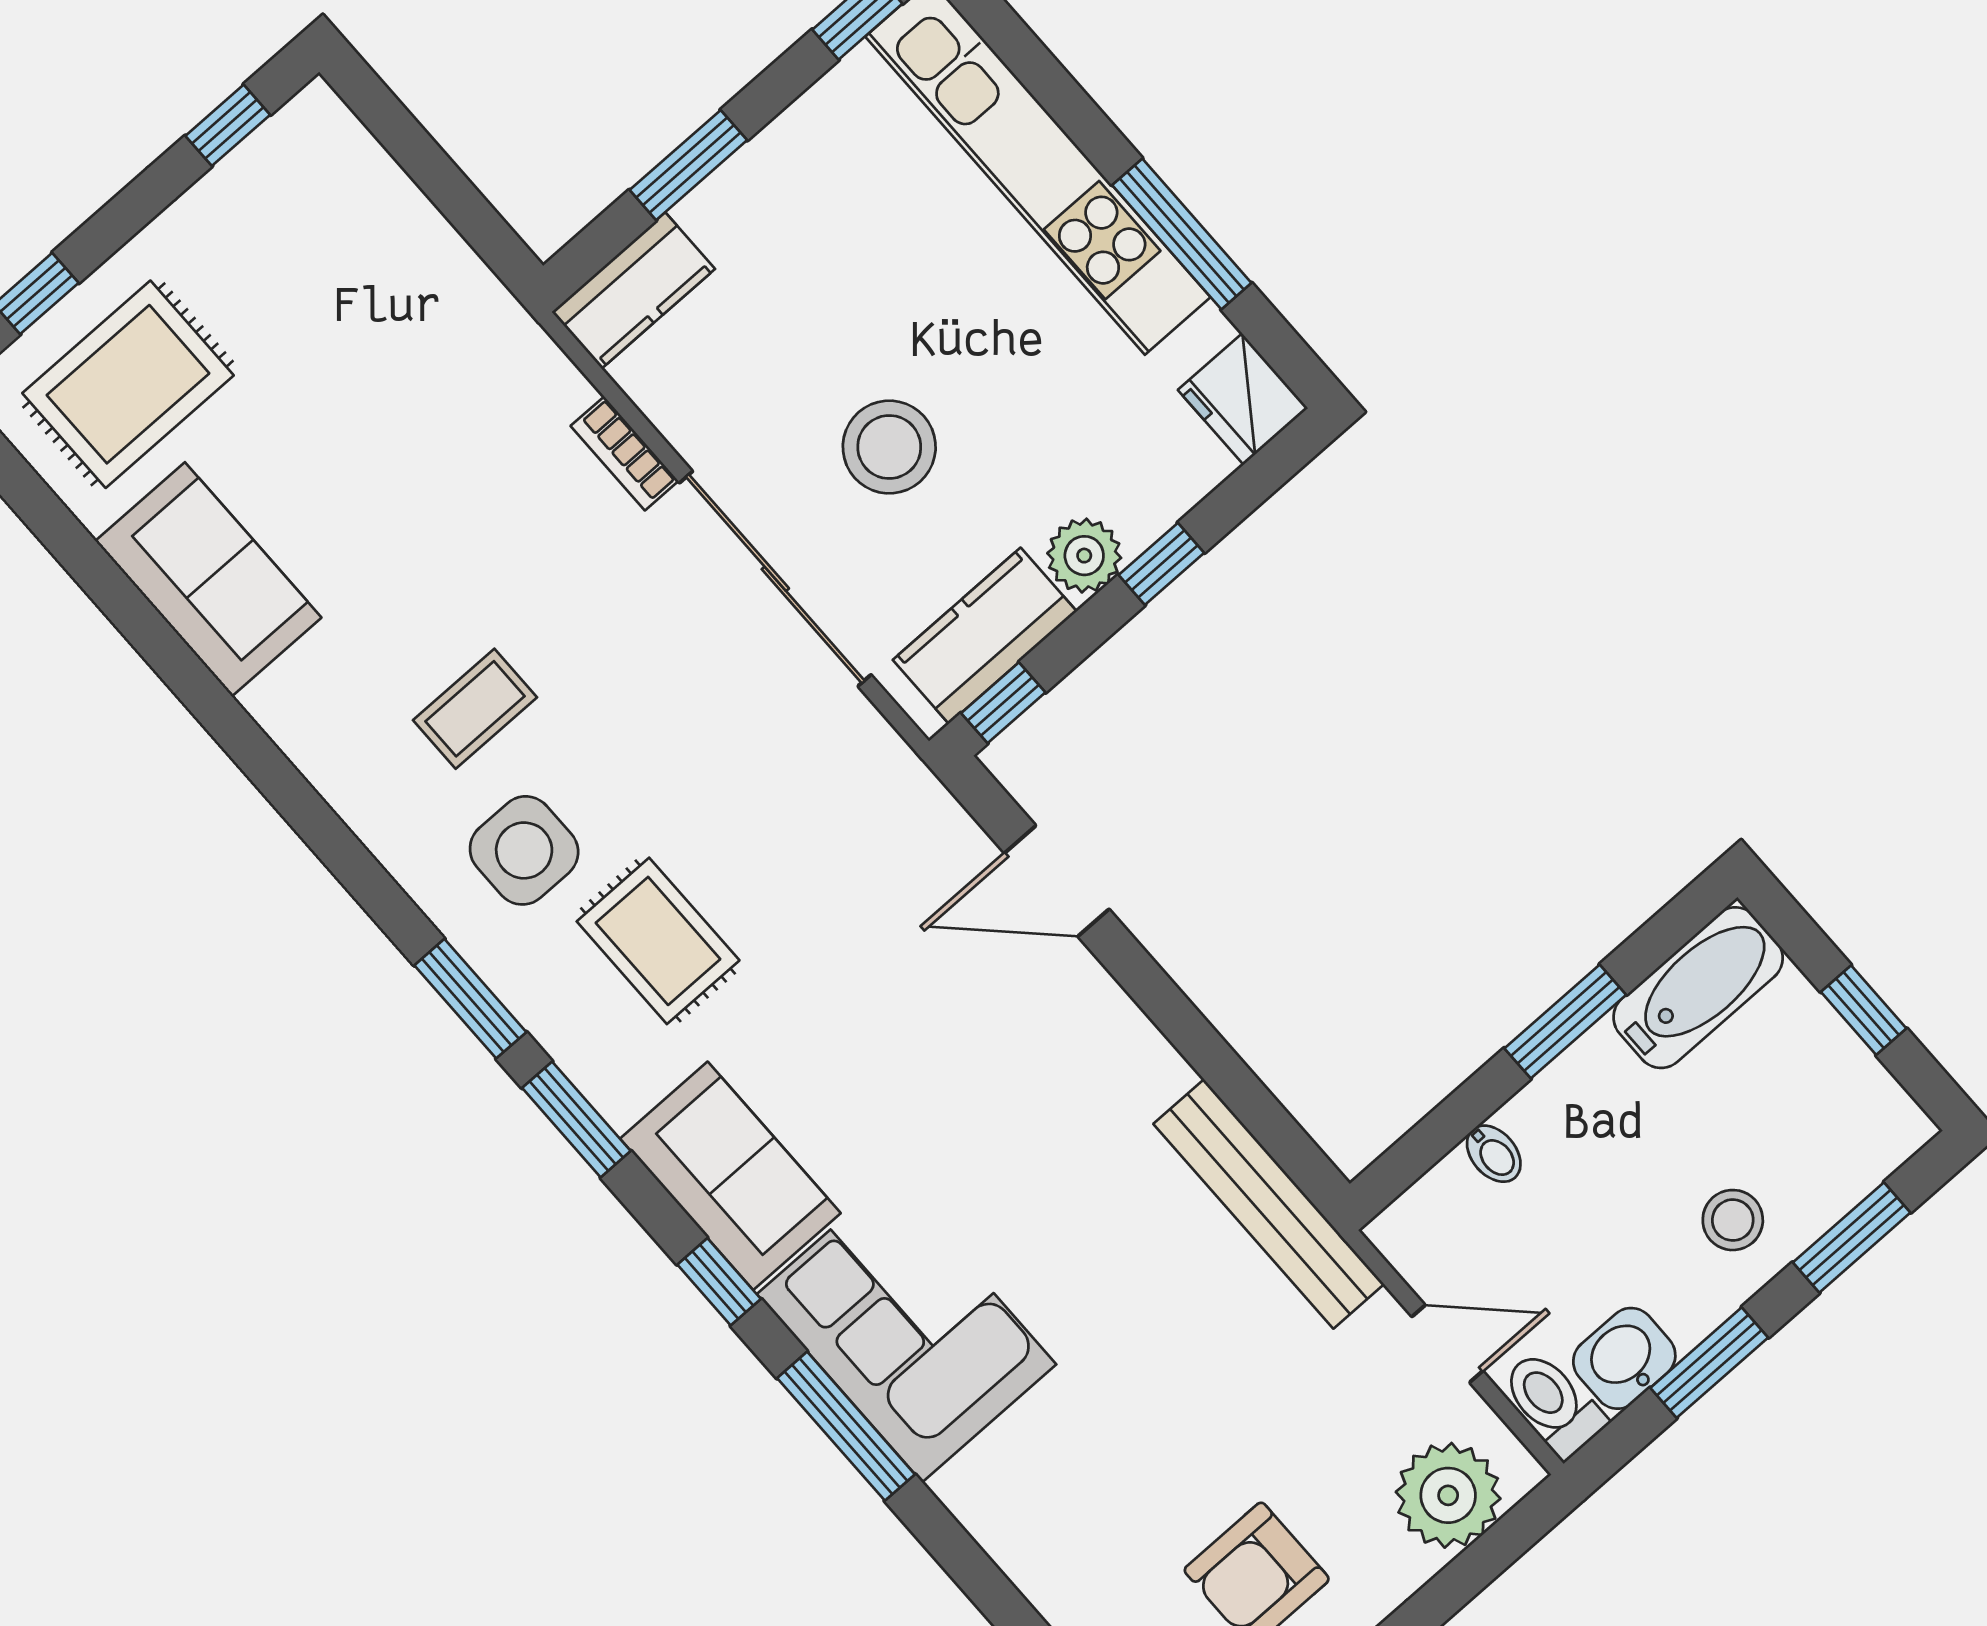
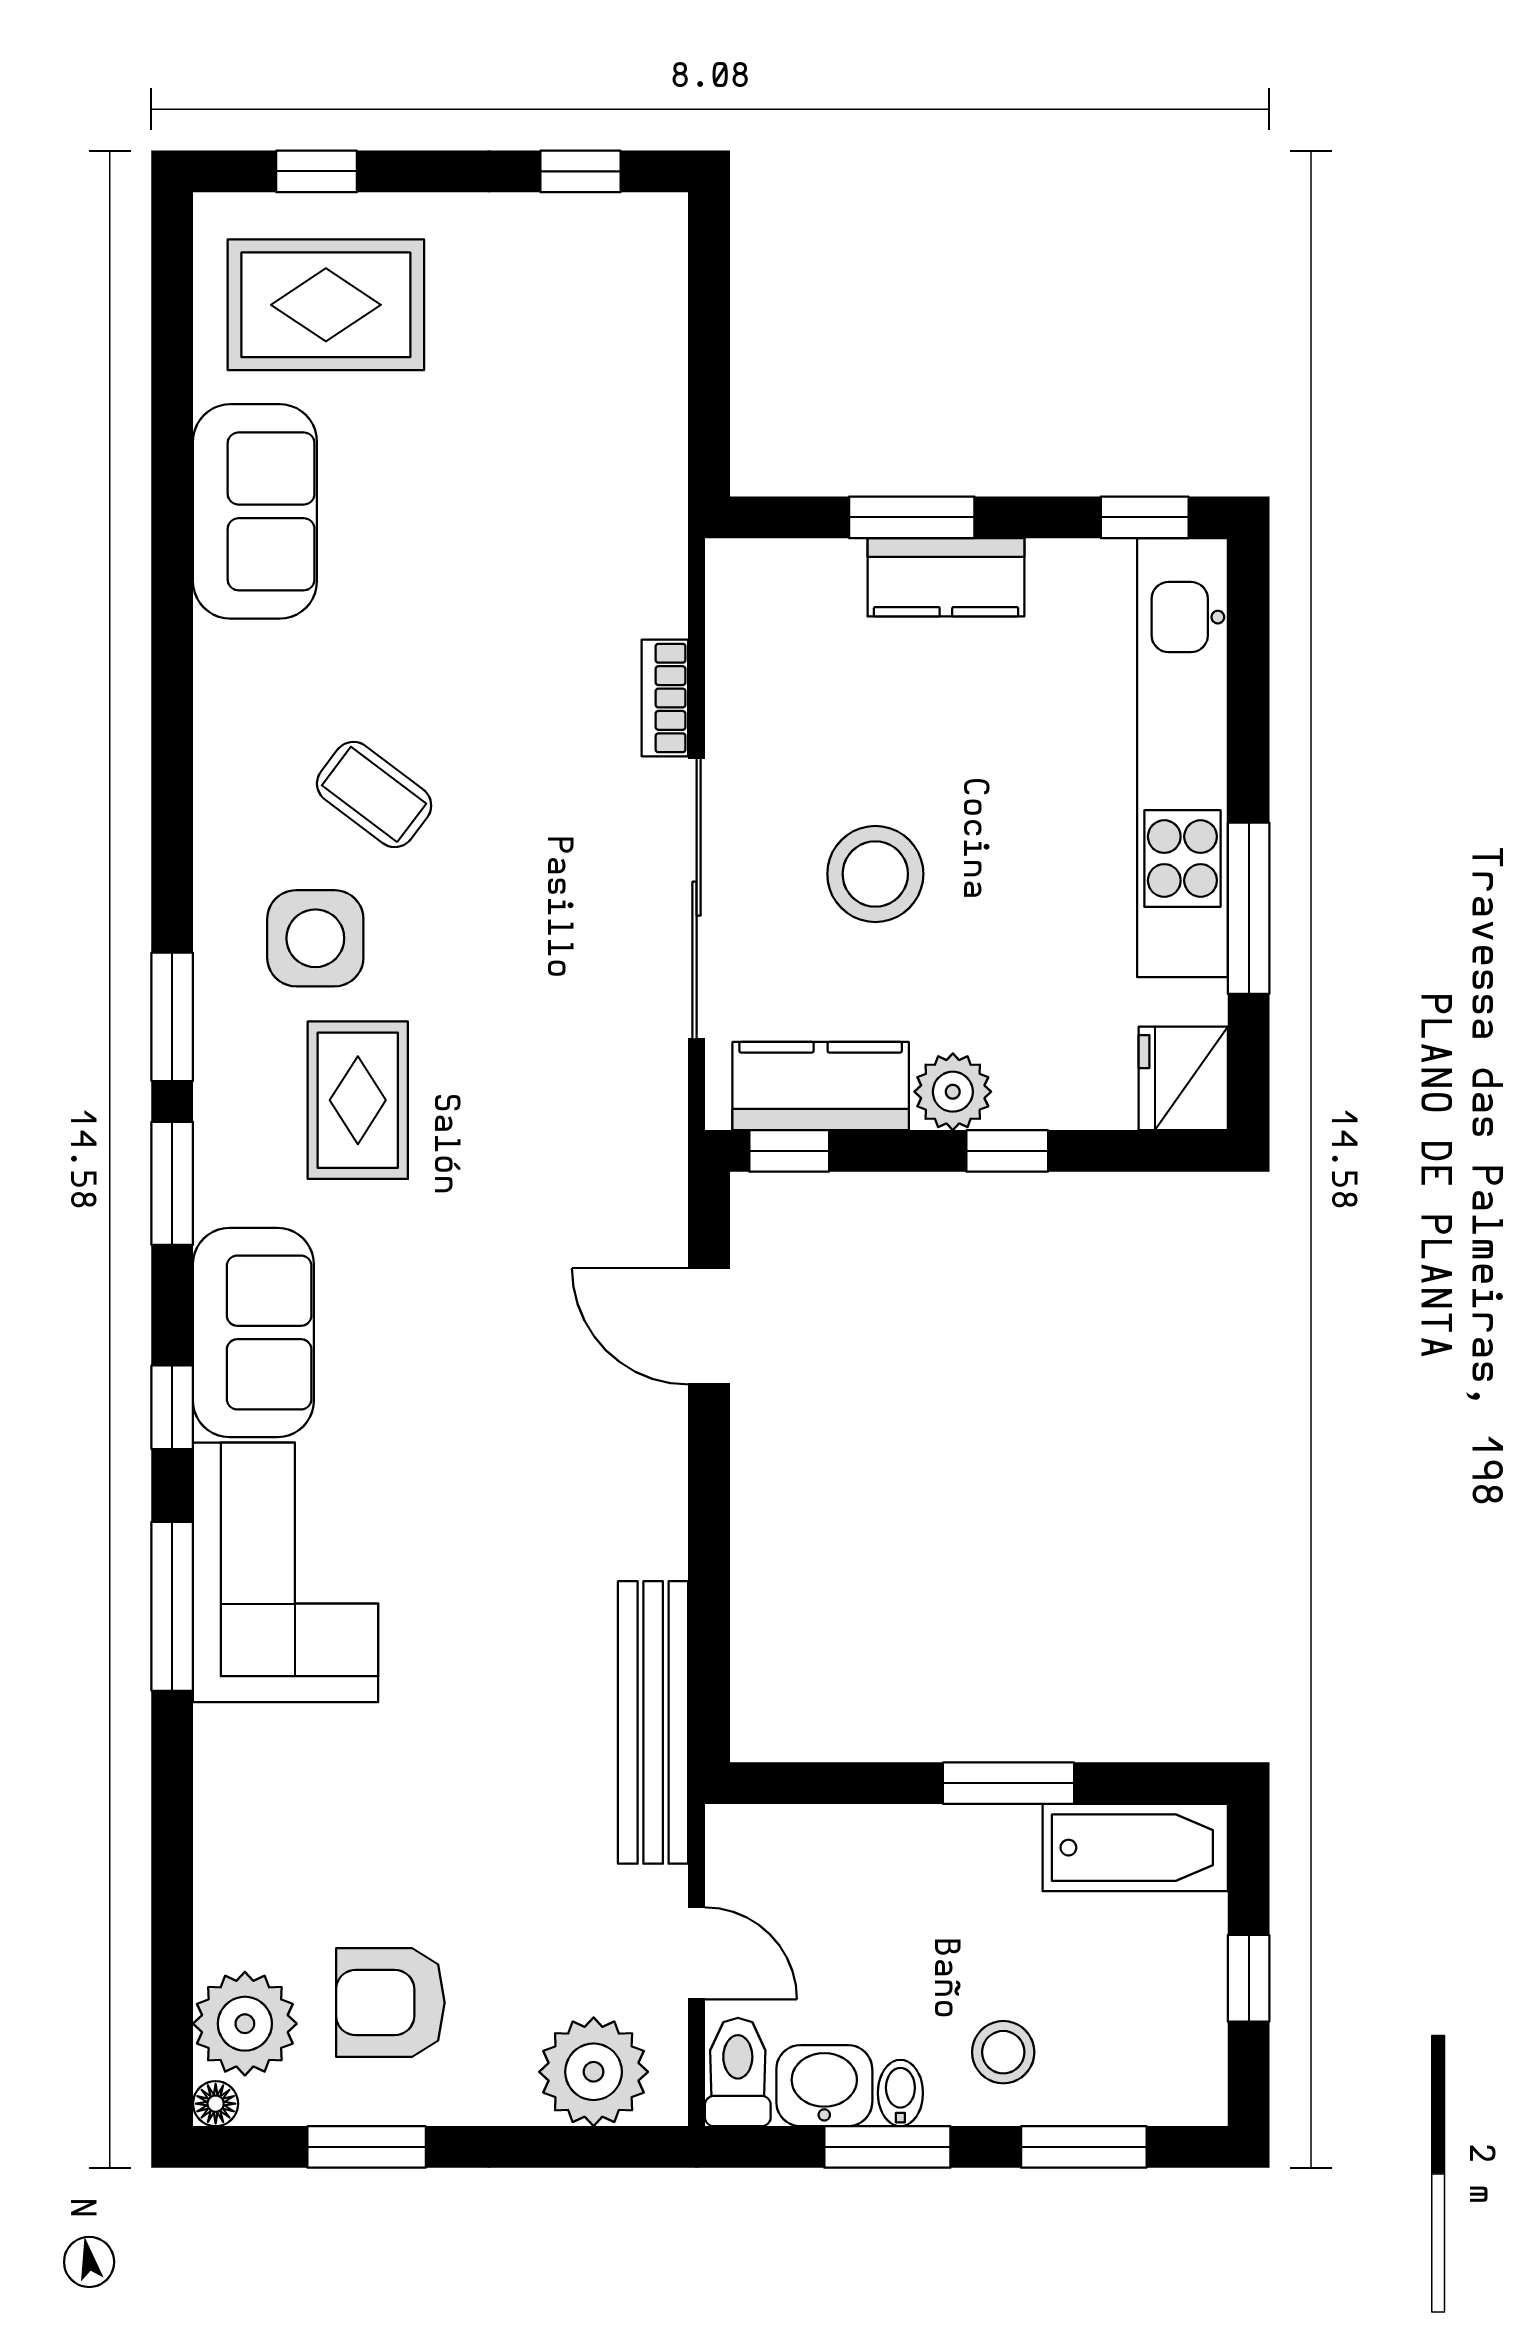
kitchen counter: (633, 290) -> (946, 577), moved
coffee table: (475, 709) -> (374, 794), turned 37
bidet: (1494, 1154) -> (900, 2093), moved, turned 180

